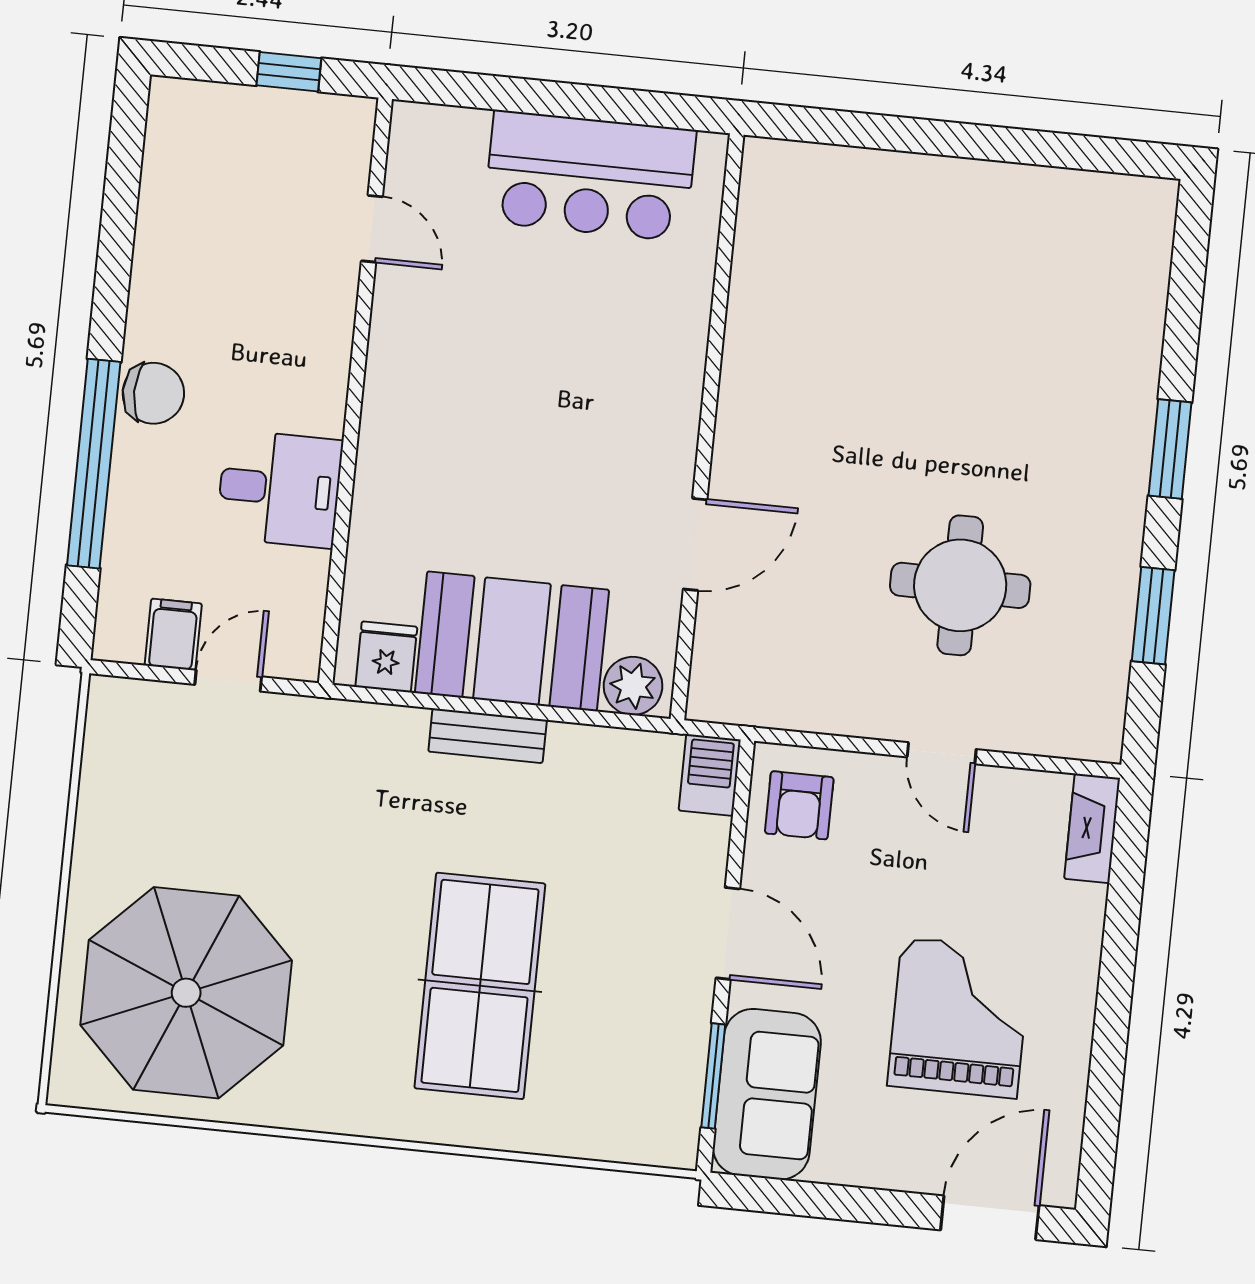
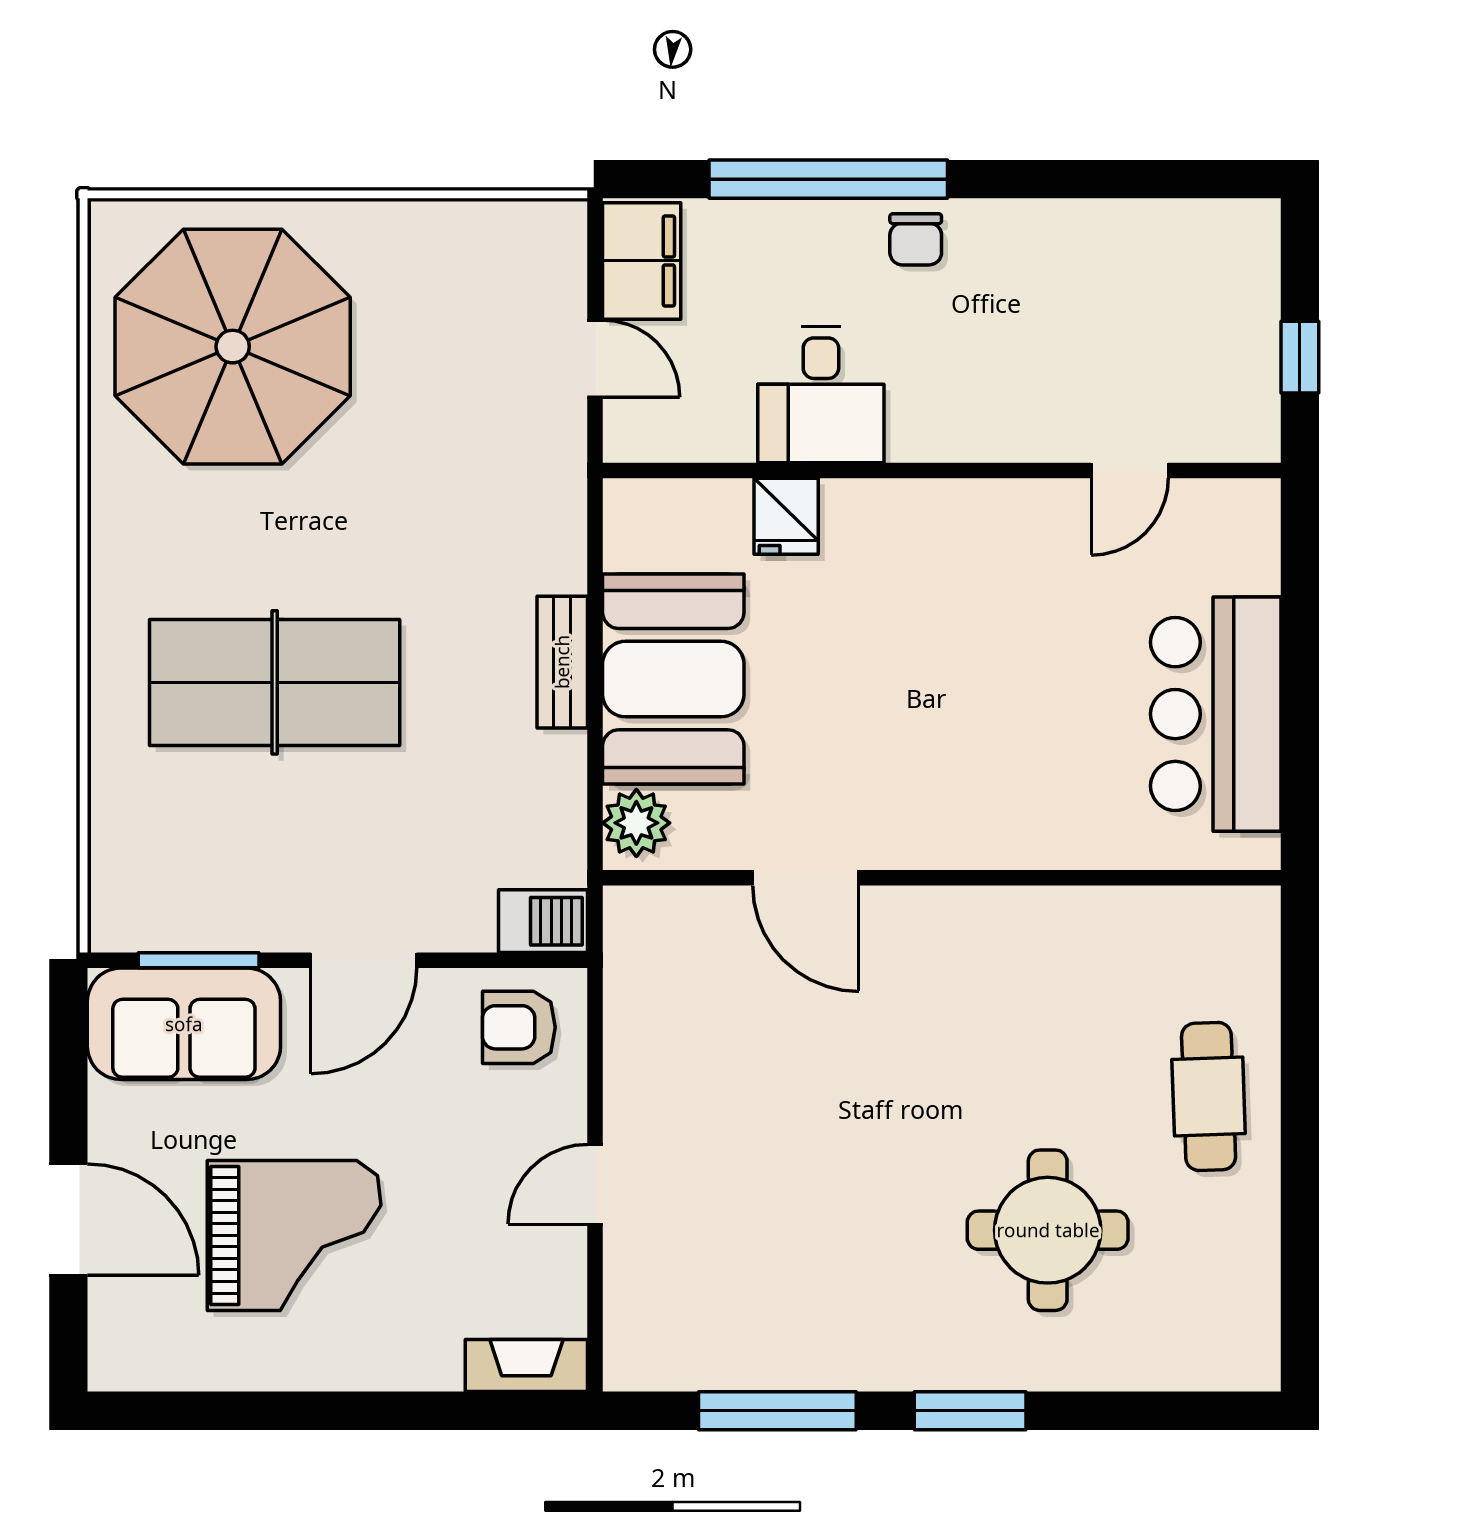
cafe table: (920, 216) -> (1209, 1097), added
chair: (153, 393) -> (916, 239), width x0.73, depth x0.73
round table: (960, 585) -> (1048, 1230), moved
window: (1153, 616) -> (777, 1411), width x1.44
filing cabinet: (173, 635) -> (642, 261), width x2.00
fridge: (386, 657) -> (786, 516), moved, turned 90
door: (990, 1218) -> (68, 1219), moved

